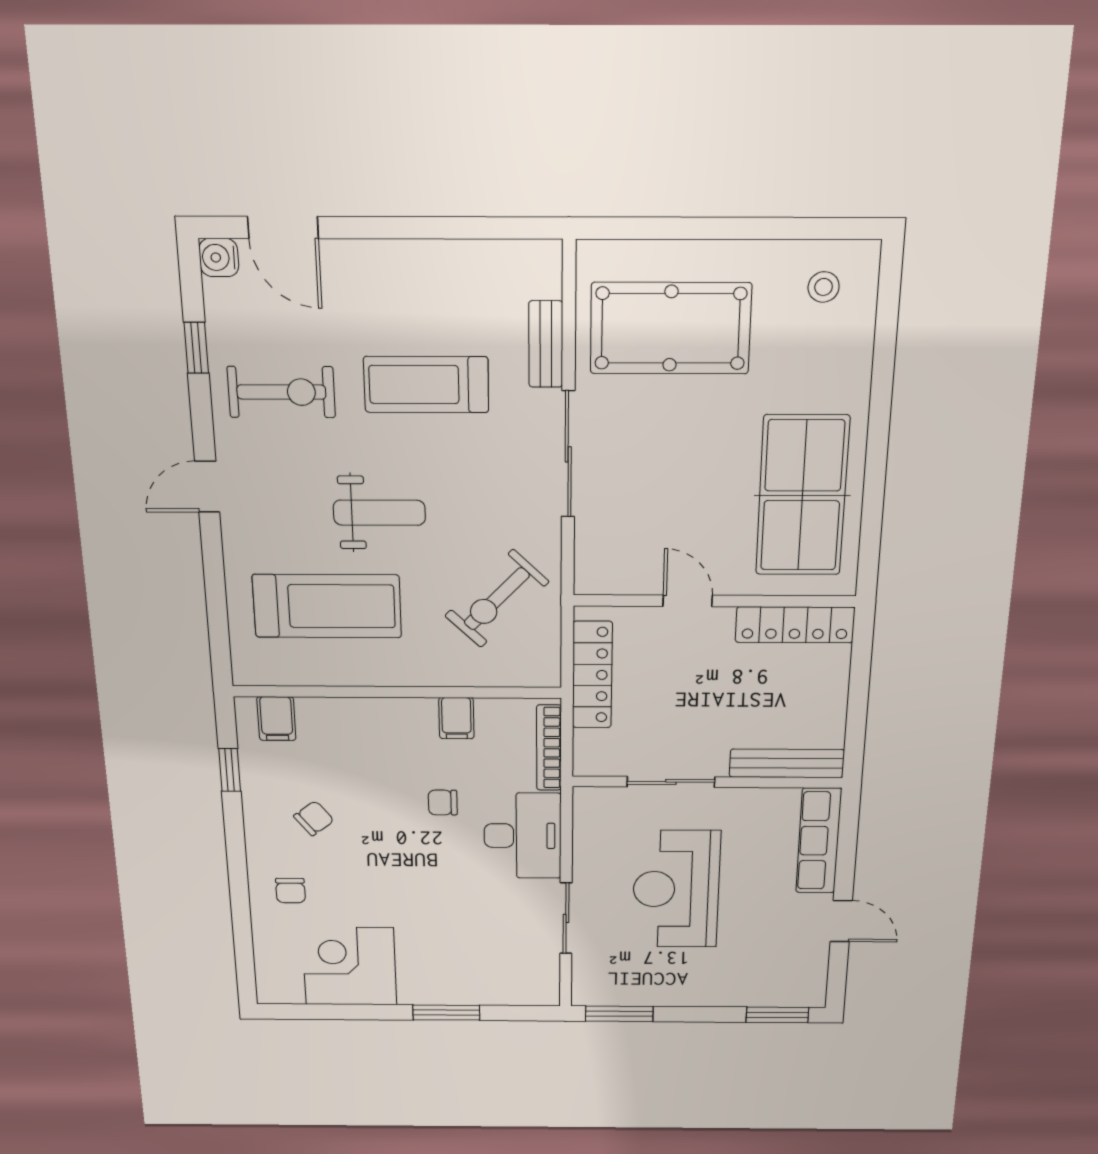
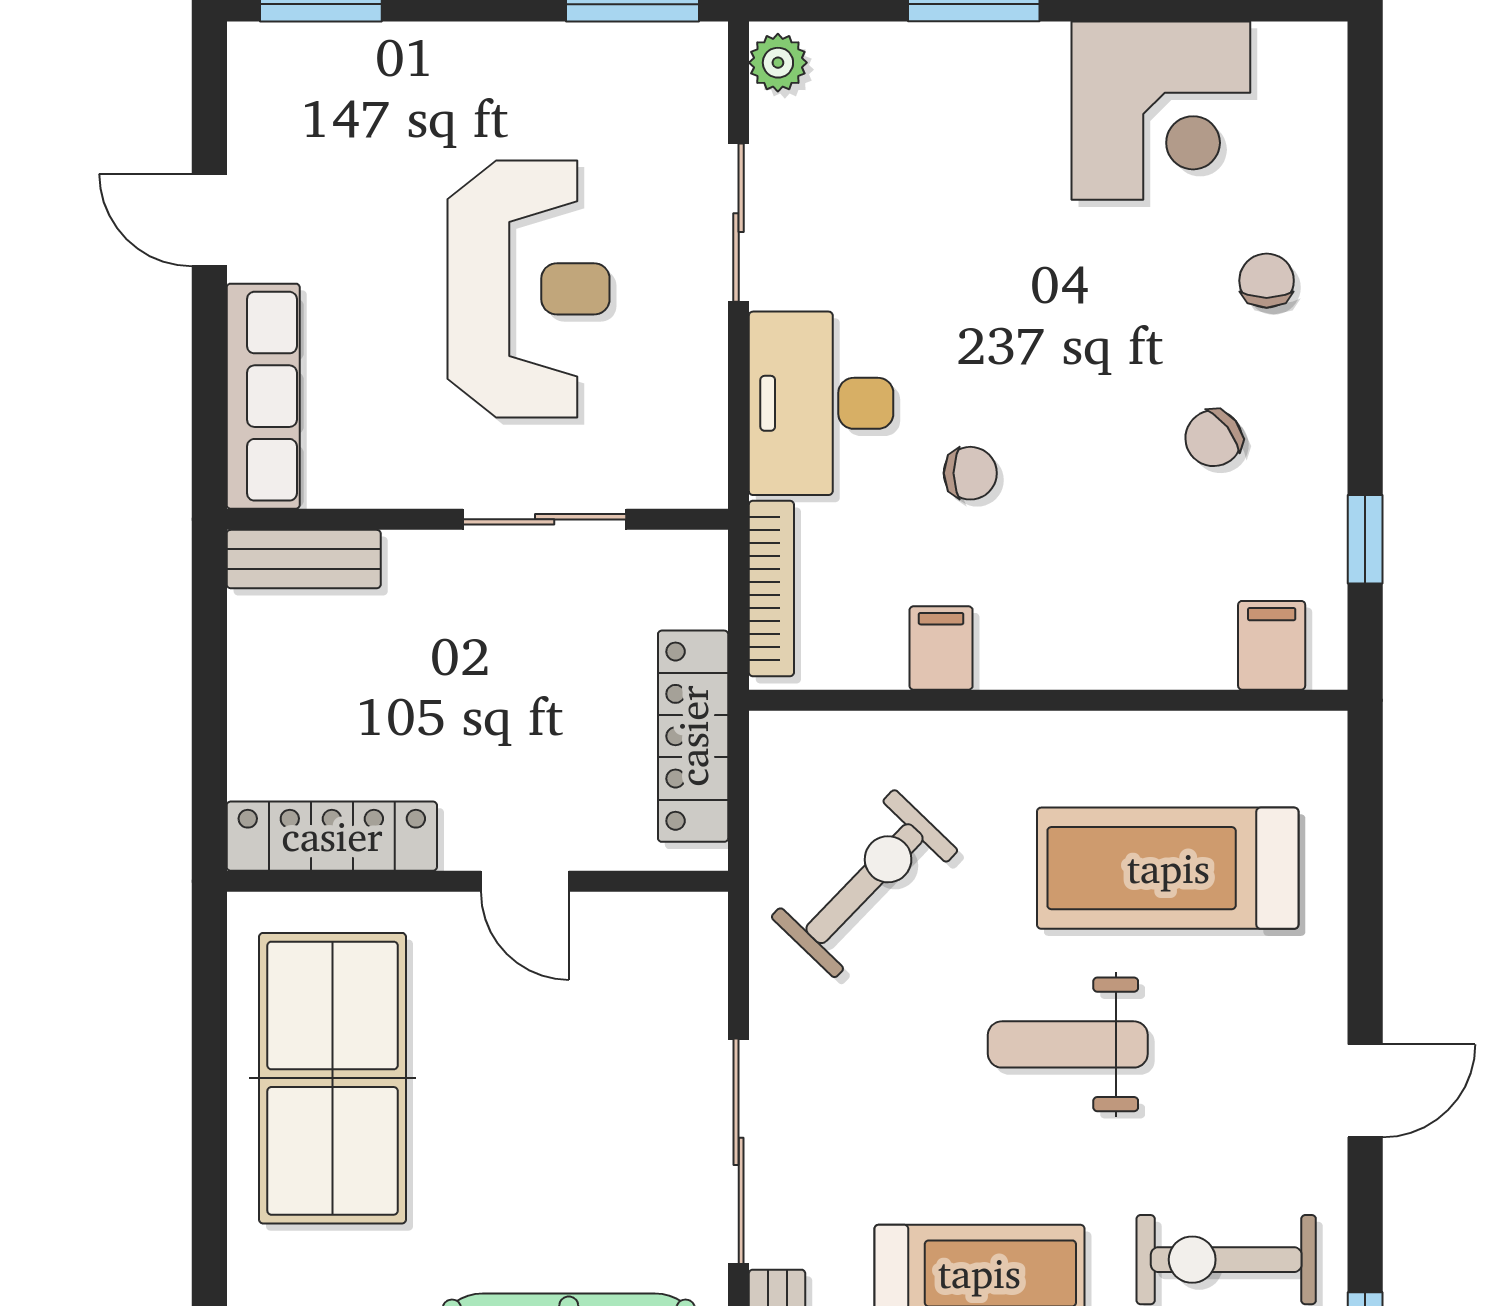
bench: (787, 763) -> (304, 559), width x0.73
plant: (546, 988) -> (778, 63), added

